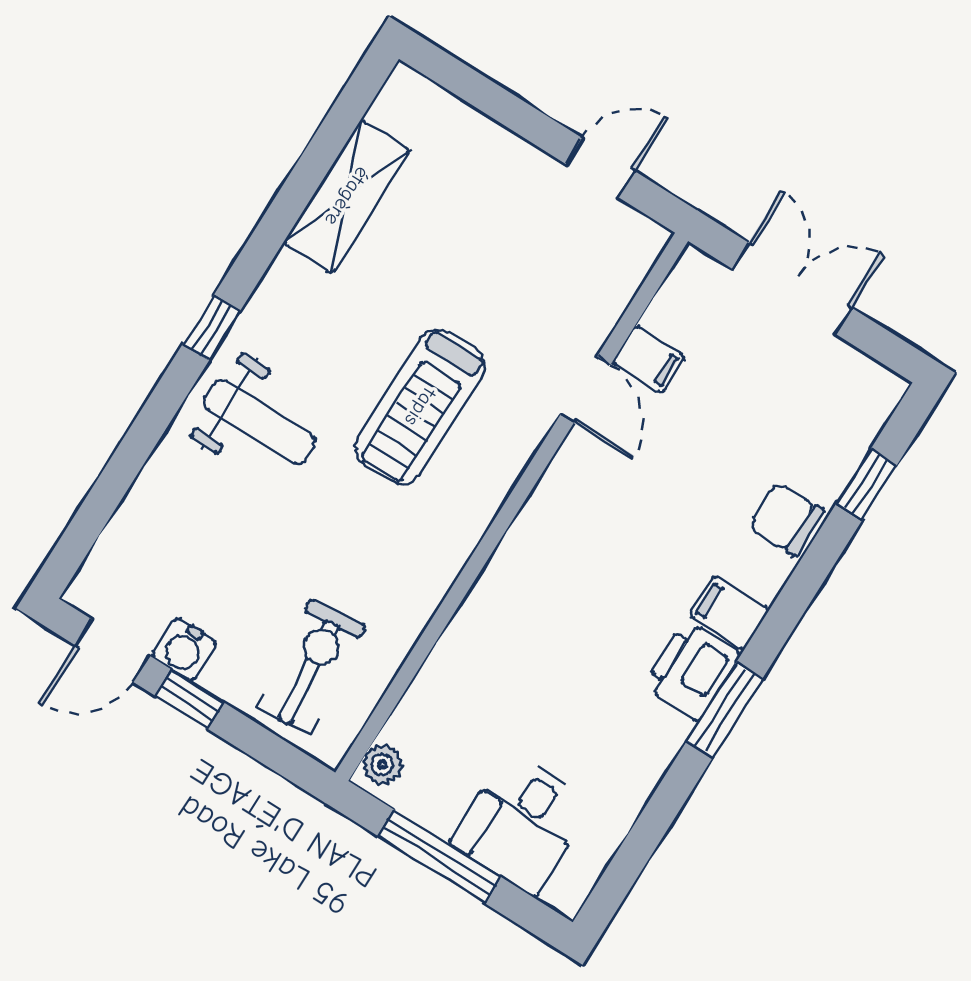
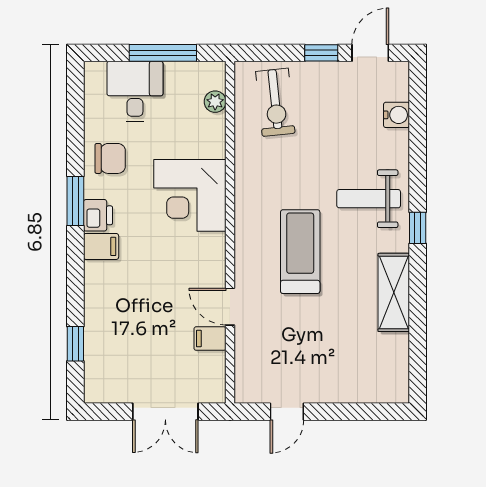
shelving: (347, 196) -> (394, 292), moved
chair: (786, 519) -> (110, 158), moved
corner desk: (538, 605) -> (190, 195), added
water cooler: (184, 649) -> (397, 115), moved, turned 90
printer: (692, 671) -> (98, 215), width x0.73, depth x0.81
plant: (382, 765) -> (215, 102), moved

